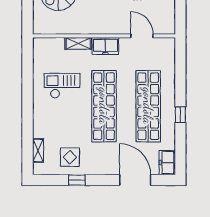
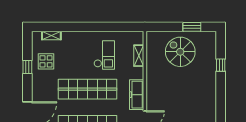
shelving: (78, 43) -> (139, 56), moved
freezer: (105, 46) -> (137, 95), width x1.40

